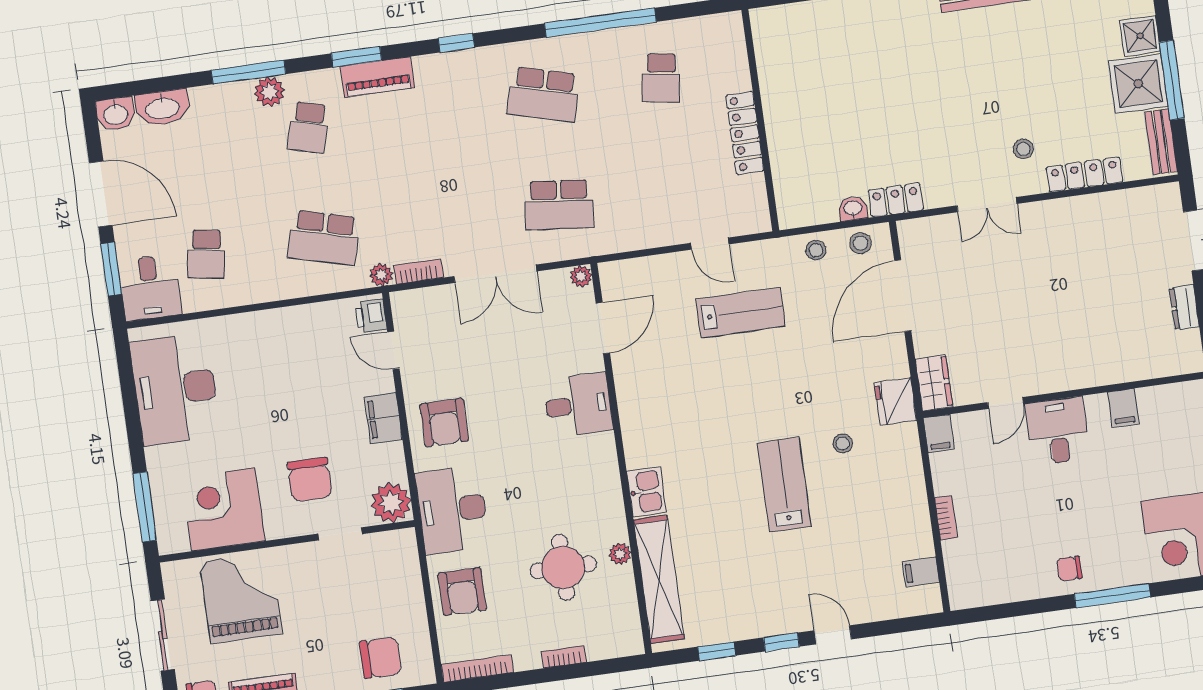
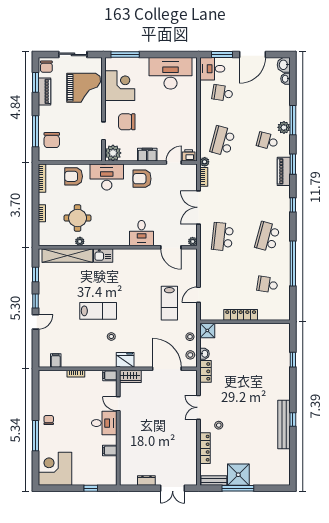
shower: (1140, 36) -> (207, 330), moved
washbasin: (162, 108) -> (286, 79), width x0.52, depth x0.69

